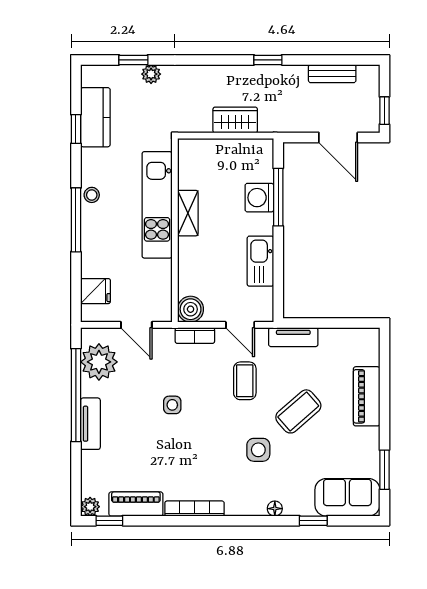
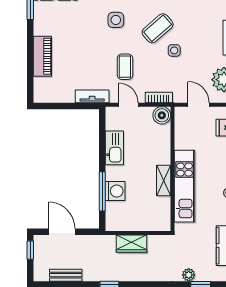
coffee table: (298, 411) -> (158, 28), moved

